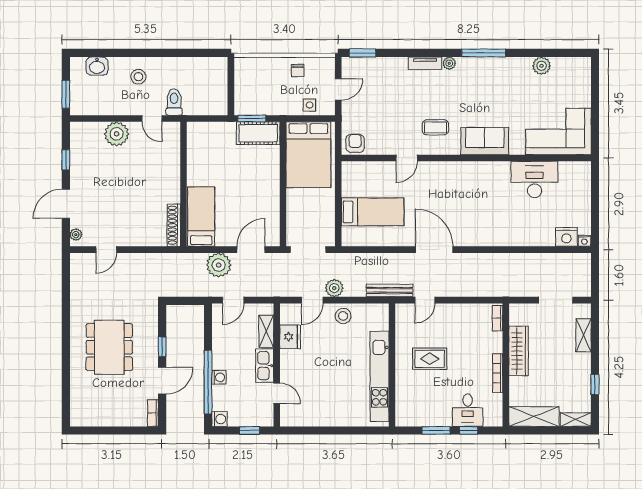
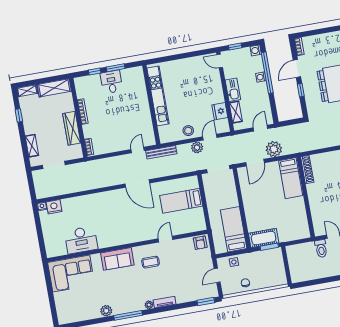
plant: (542, 66) -> (106, 311), moved
bed: (308, 155) -> (234, 229), width x0.67
rug: (430, 359) -> (128, 113), removed
door: (277, 393) -> (220, 61), moved
desk: (468, 410) -> (111, 82), moved

